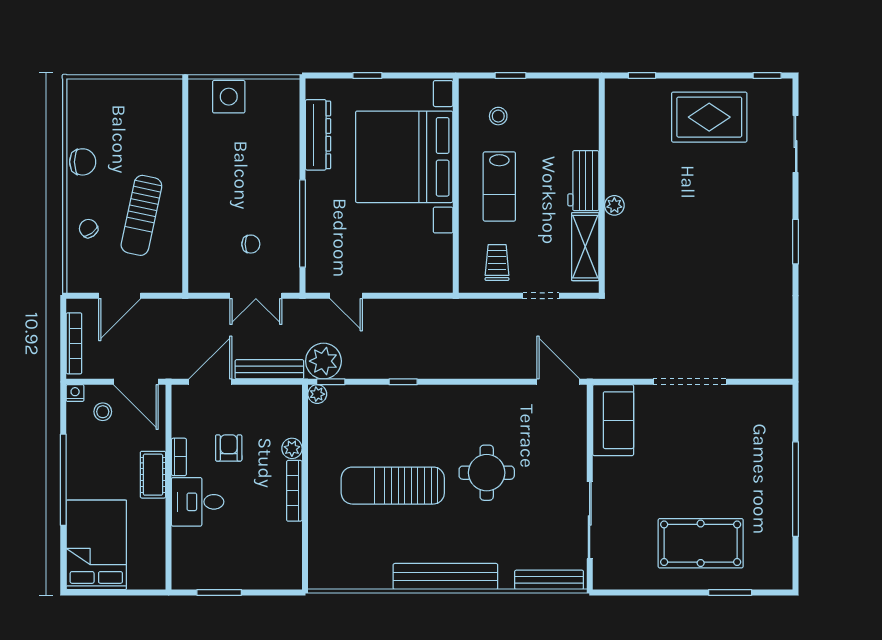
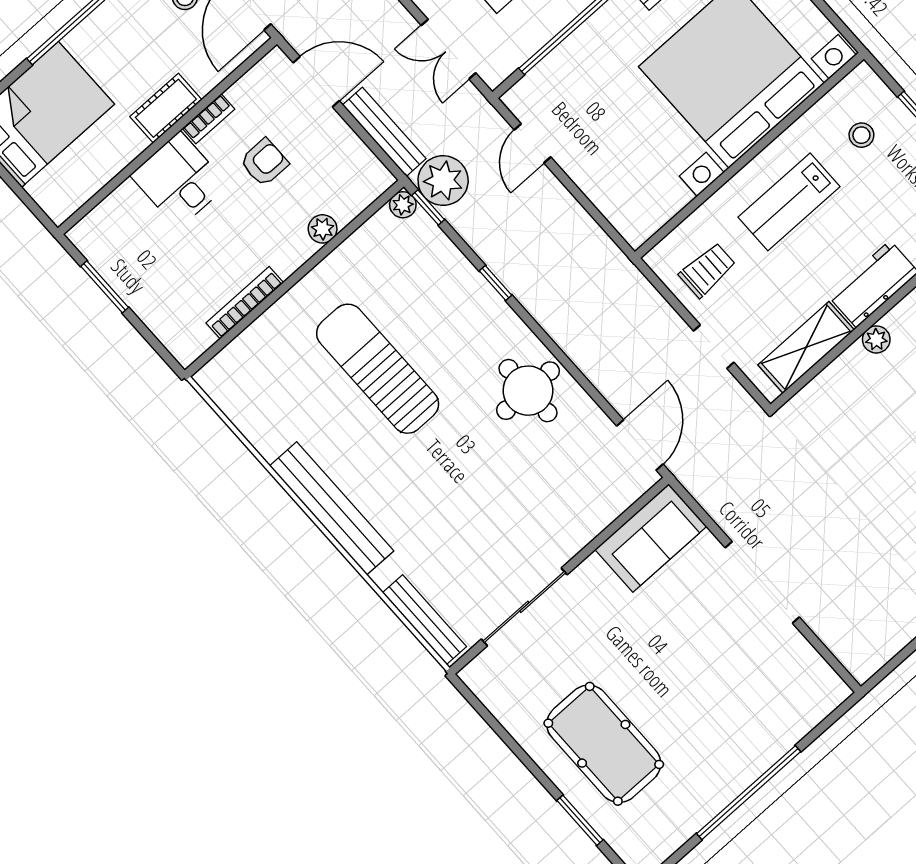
round table: (487, 473) -> (528, 391), moved
bookcase: (294, 491) -> (245, 303), moved

